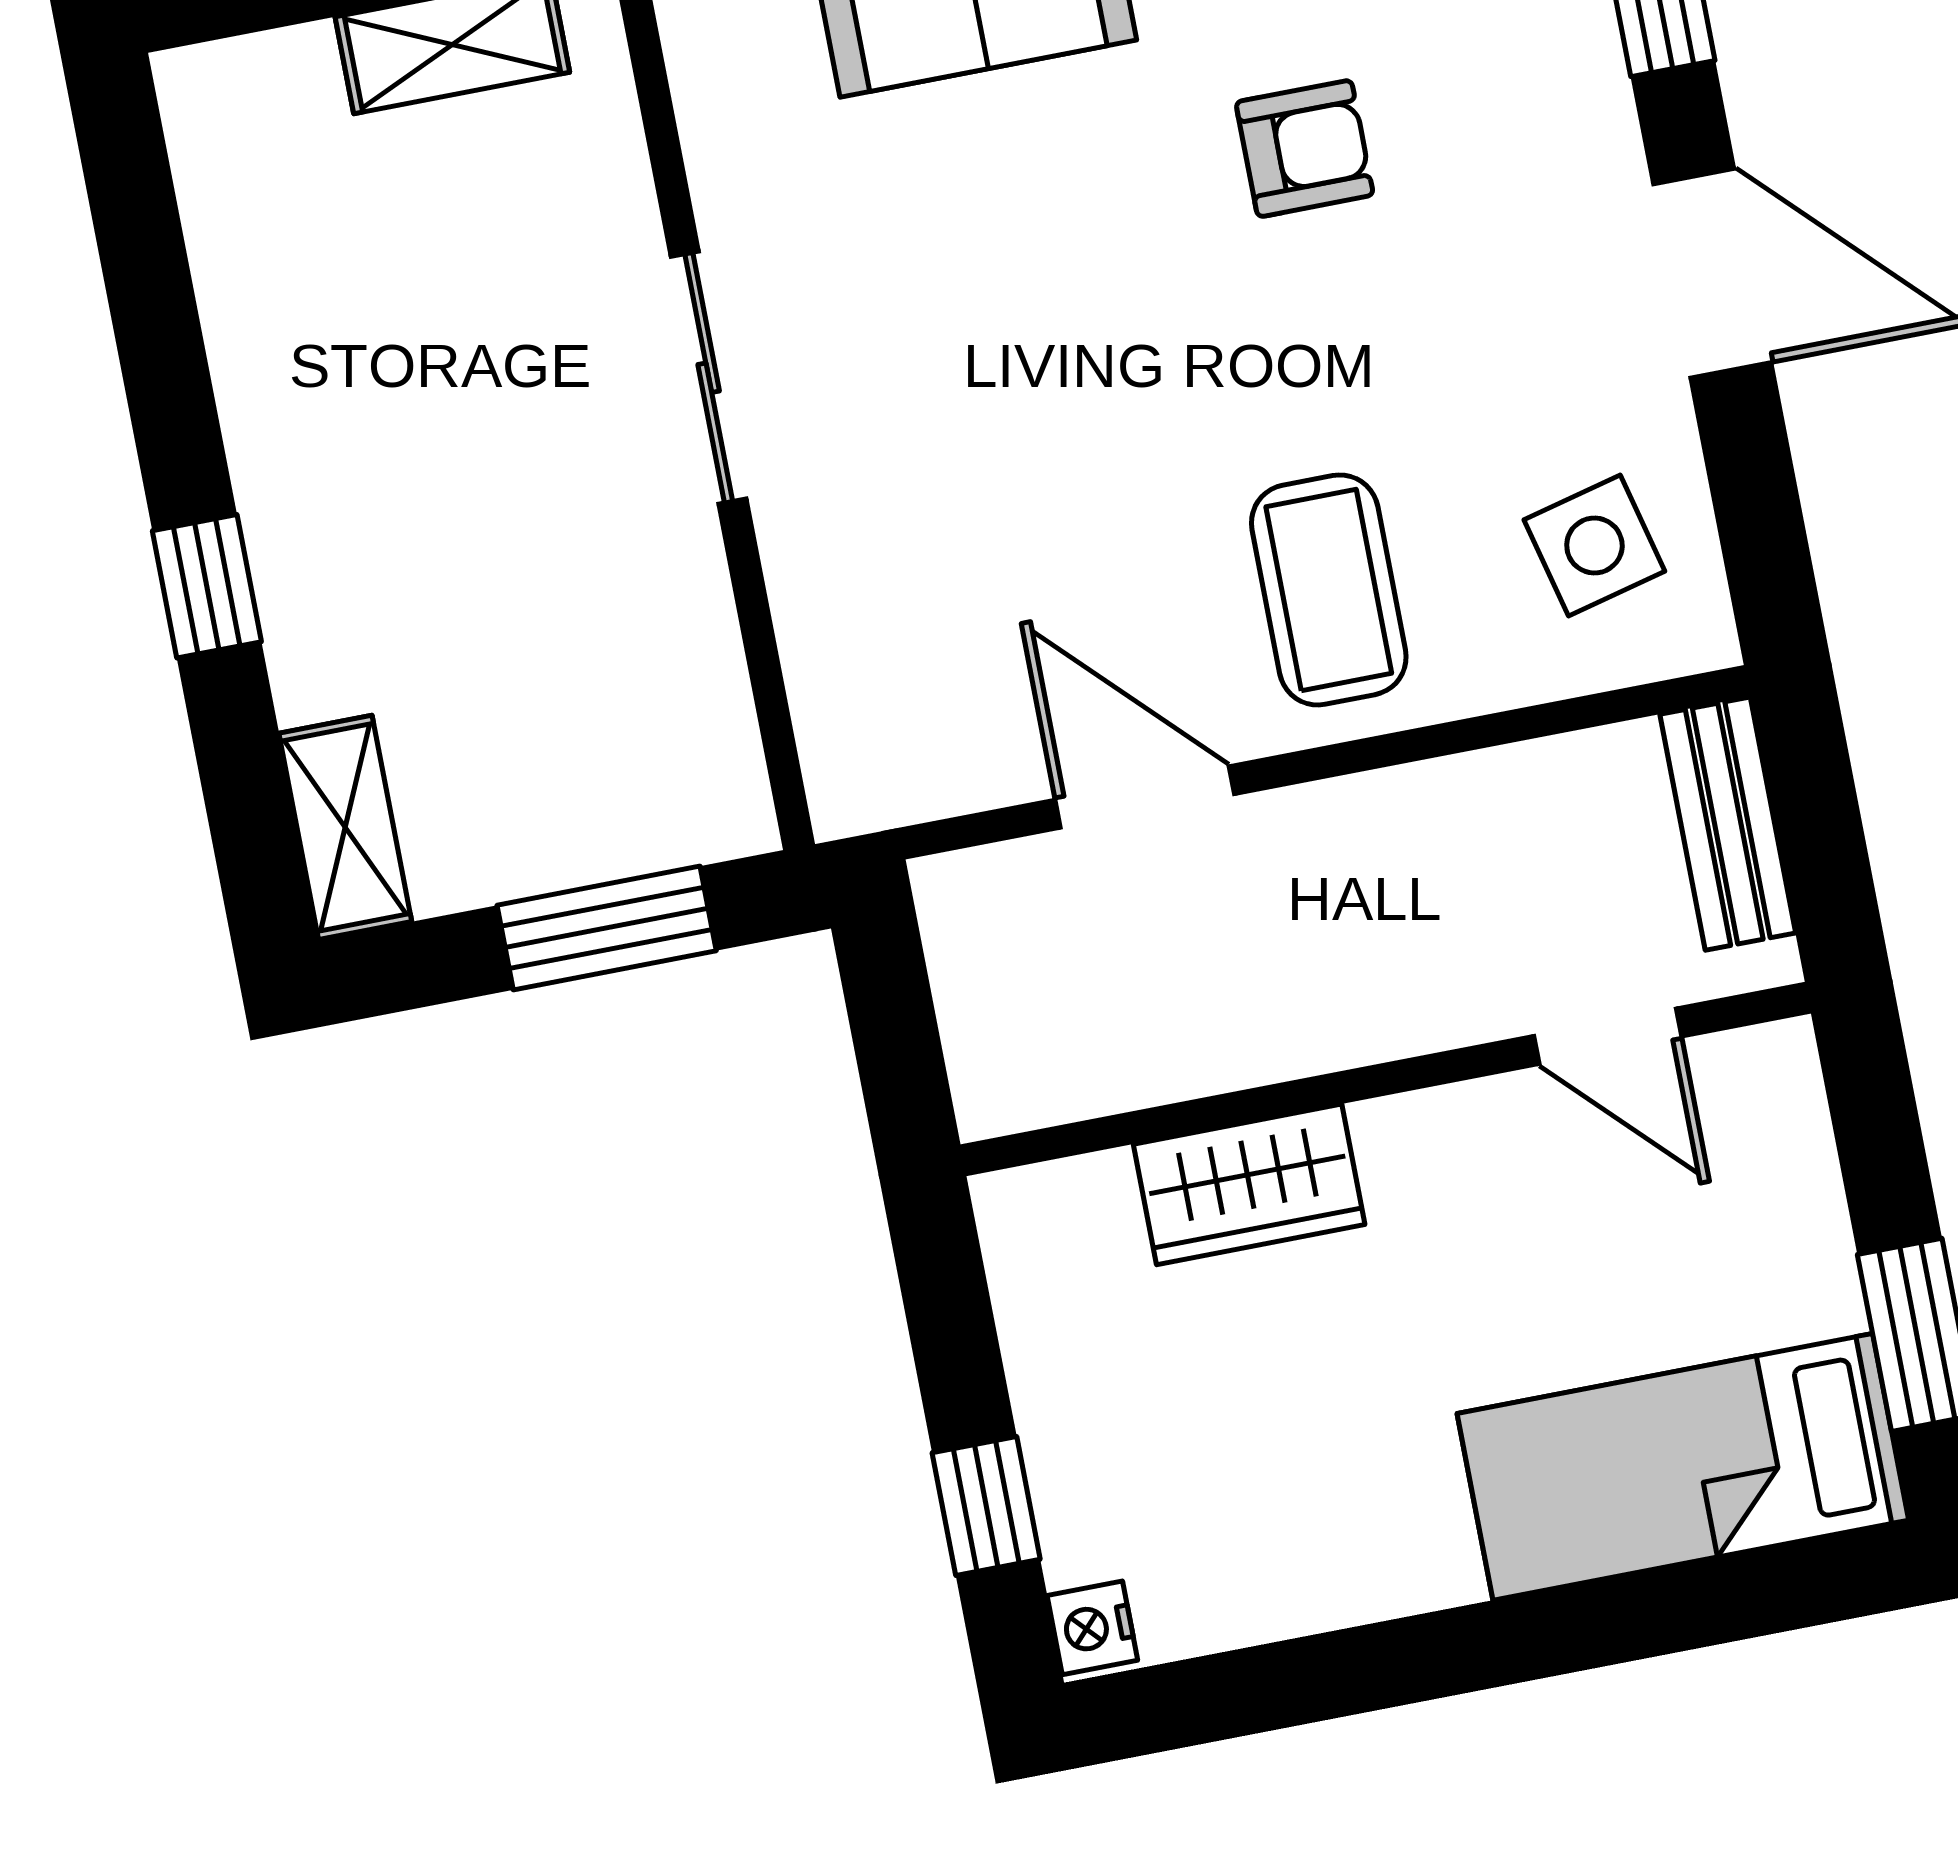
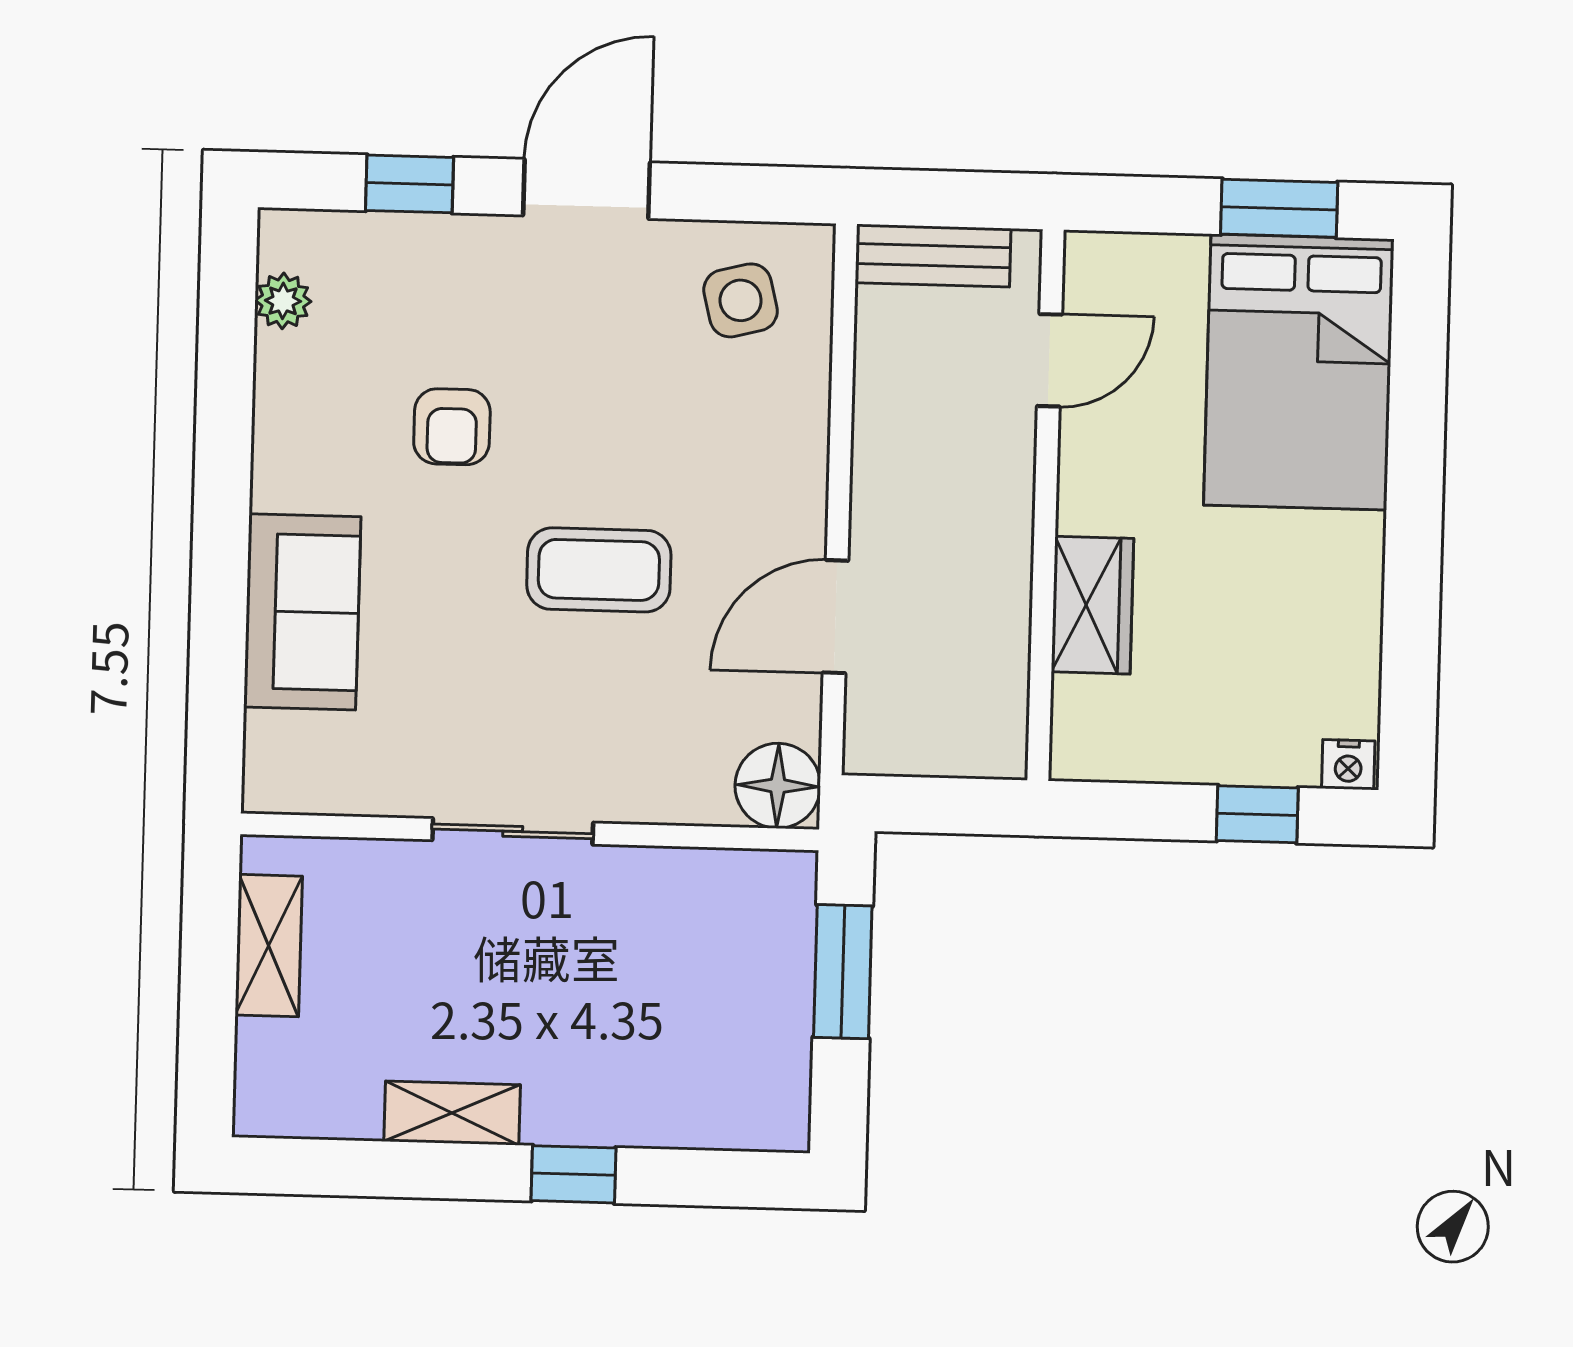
armchair: (1305, 149) -> (452, 427), turned 180
coffee table: (1329, 590) -> (599, 570), moved
floor lamp: (868, 766) -> (778, 786), added
shelving: (345, 827) -> (452, 1113), moved
bed: (1683, 1467) -> (1299, 372), width x1.50

